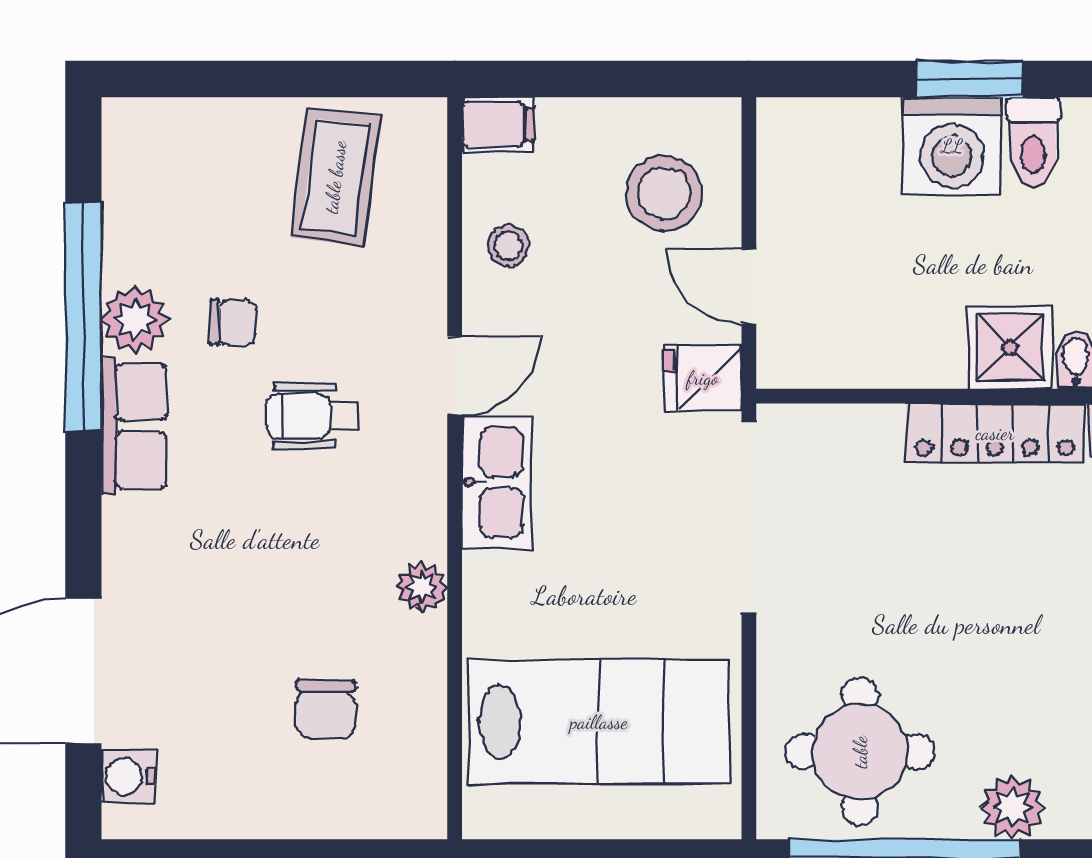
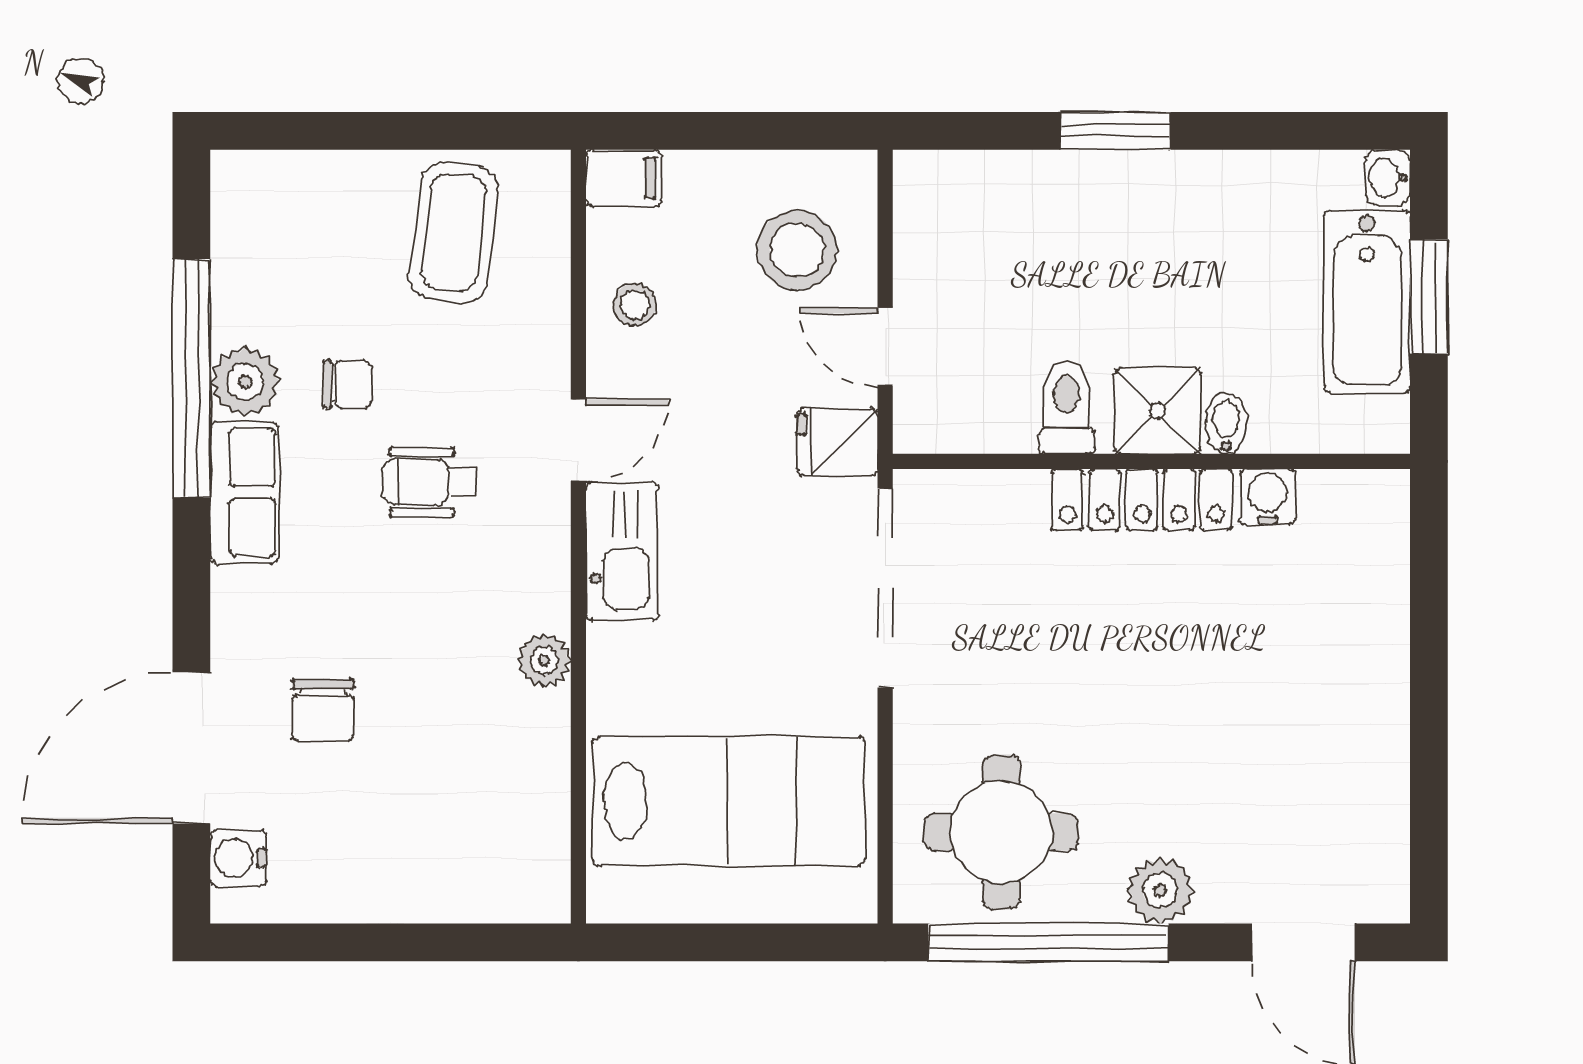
toilet: (1033, 142) -> (1067, 407), moved, turned 180
washing machine: (952, 146) -> (1097, 201), removed
chair: (326, 709) -> (323, 710), moved

